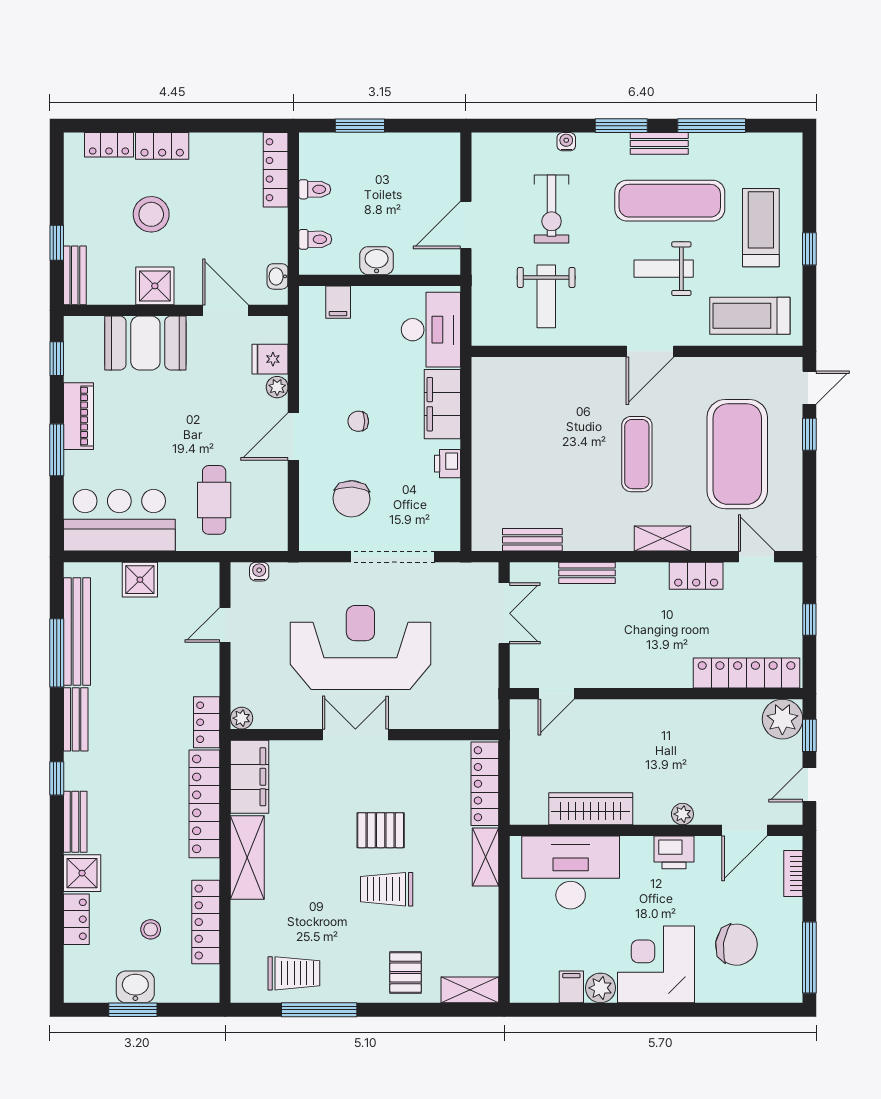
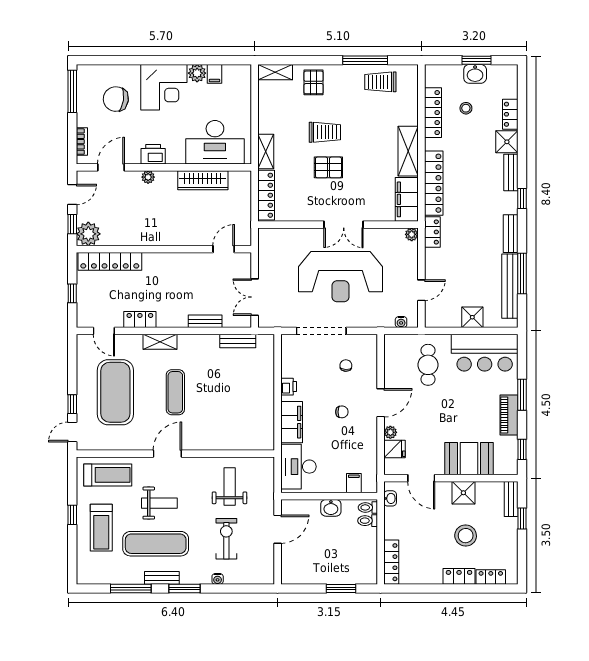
toilet: (315, 189) -> (368, 507), moved
chair: (351, 499) -> (346, 366), width x0.54, depth x0.54

